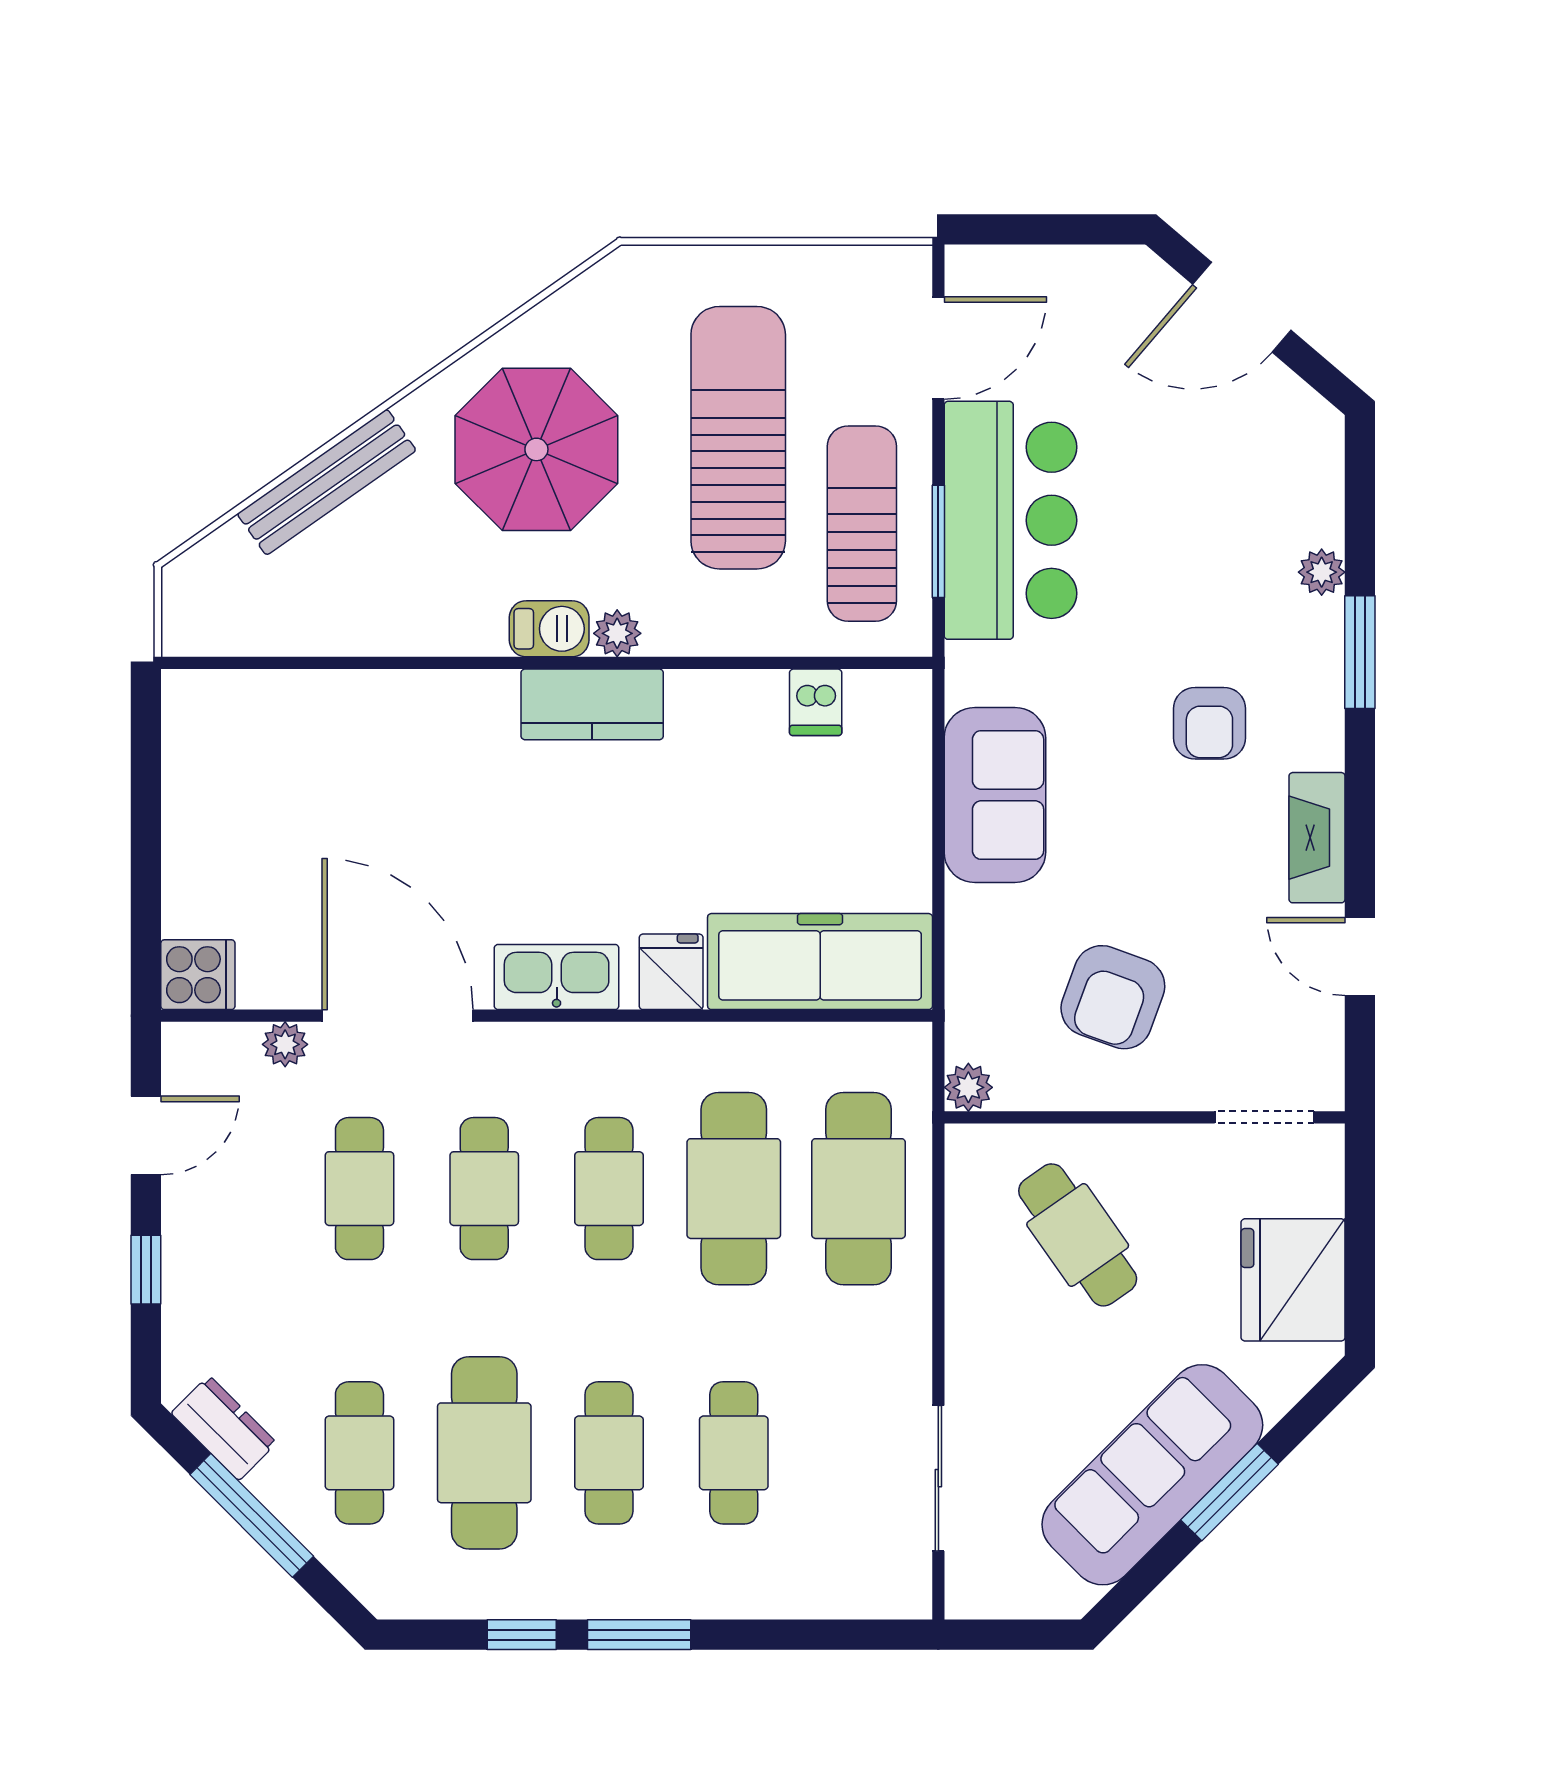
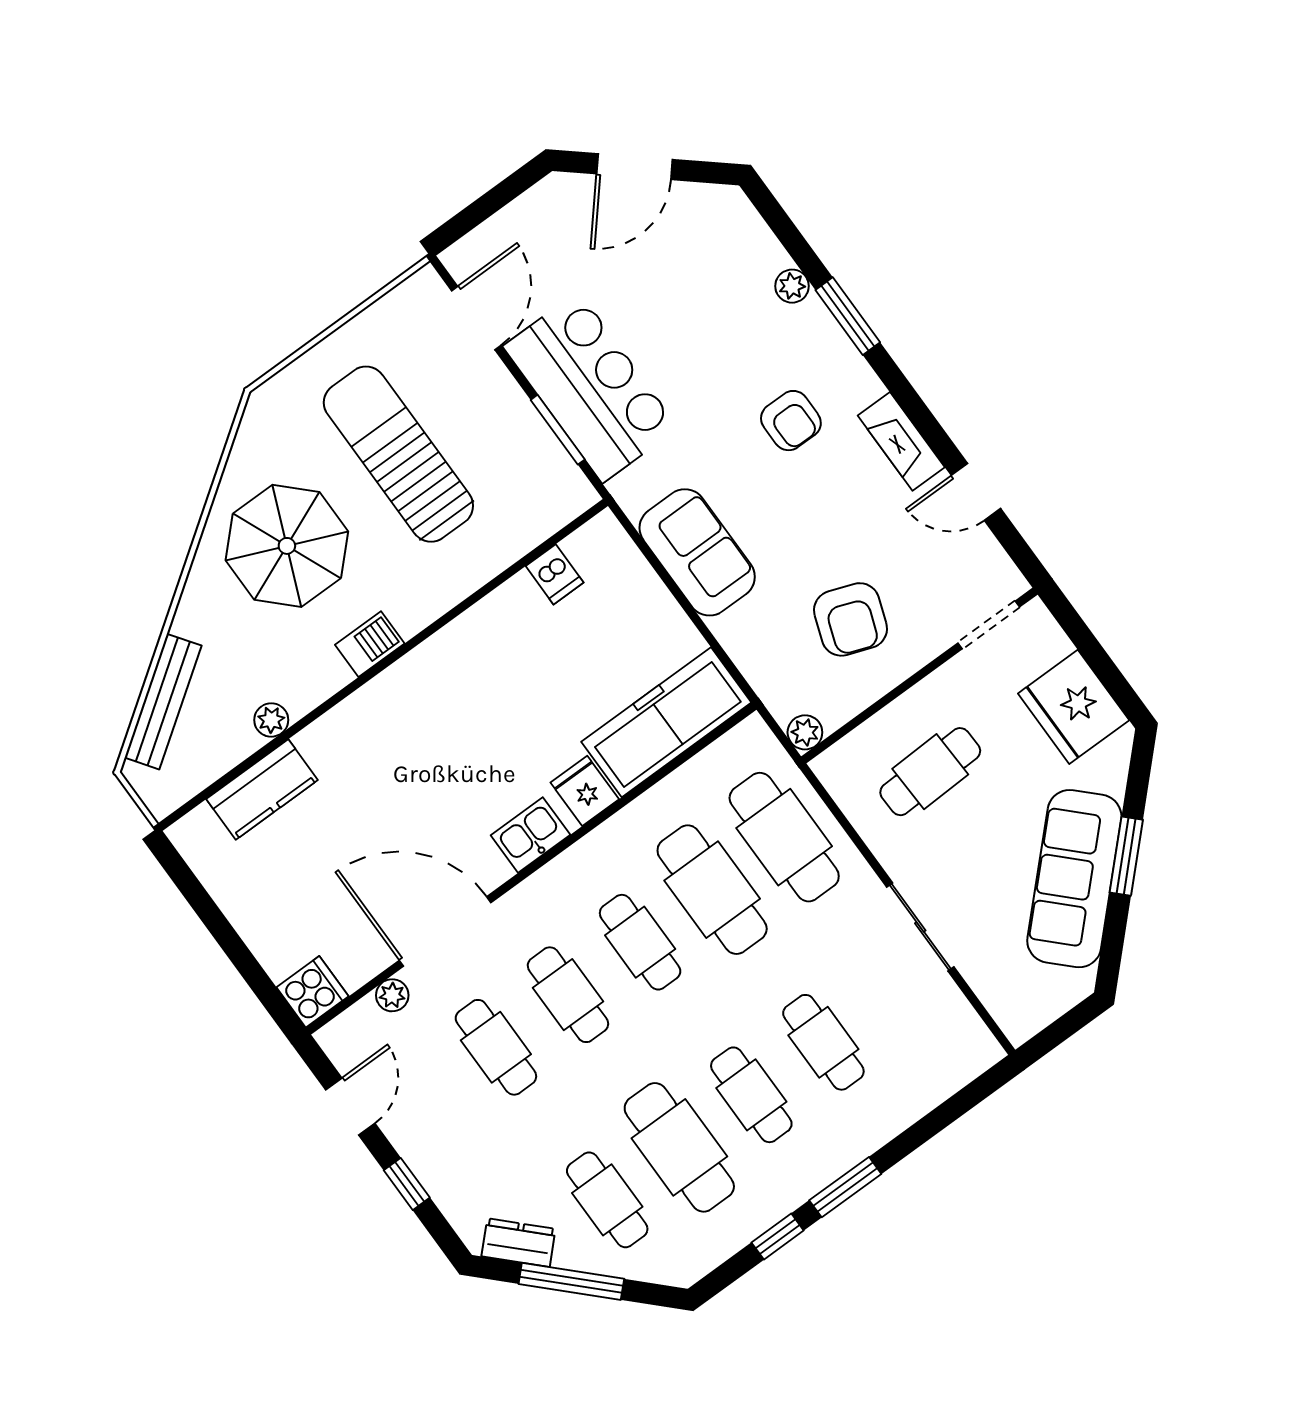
bench: (327, 482) -> (163, 702), moved
sun lounger: (862, 524) -> (506, 452), removed
plant: (617, 633) -> (271, 720), moved
kitchen counter: (592, 704) -> (262, 790), moved
kitchen sink: (557, 977) -> (530, 835), width x0.73
cafe table: (1078, 1235) -> (930, 772), turned -57
sliding door: (938, 1478) -> (920, 927), moved

